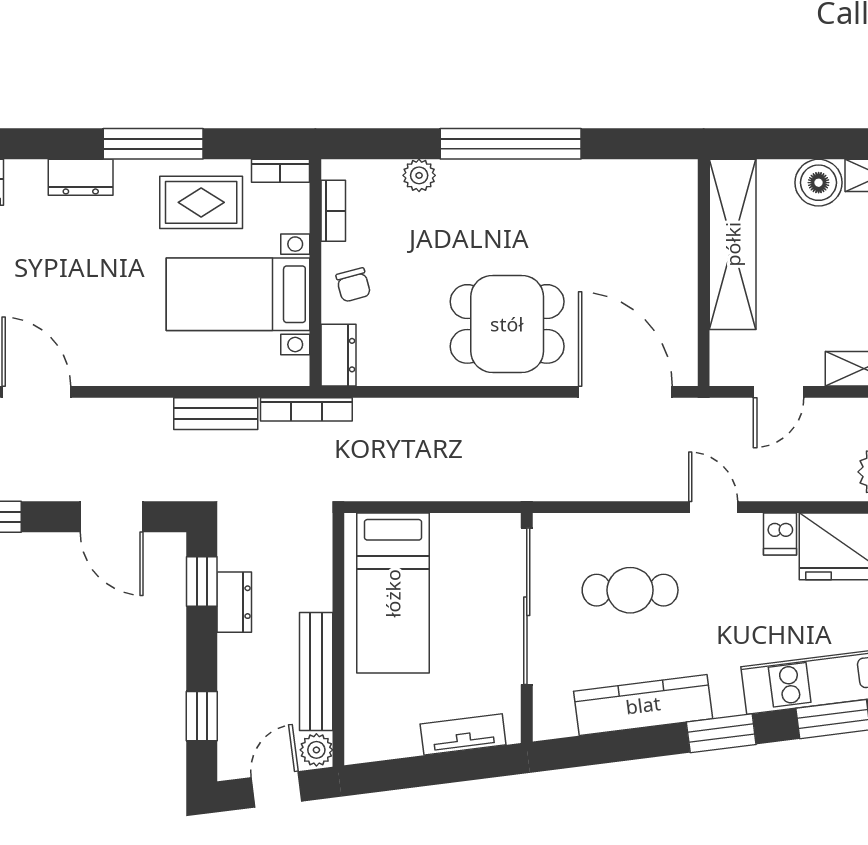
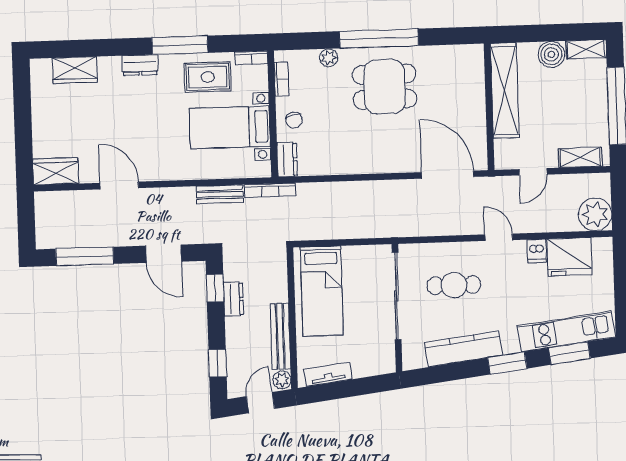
dining table: (507, 324) -> (384, 87), moved
tv unit: (463, 734) -> (328, 374), moved

